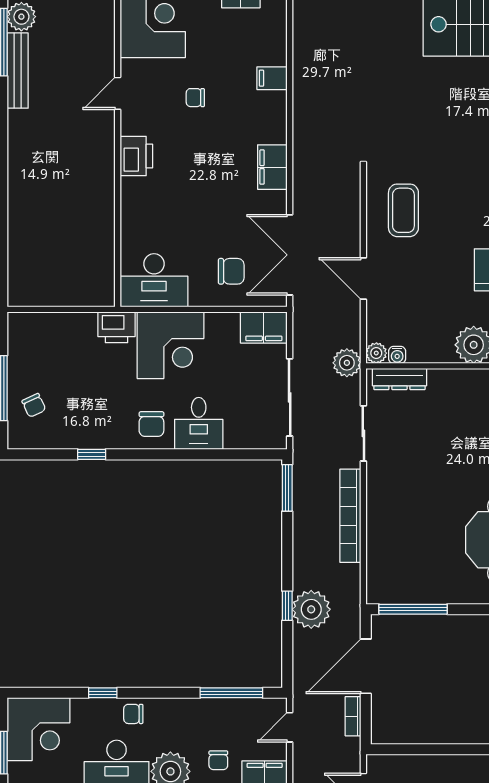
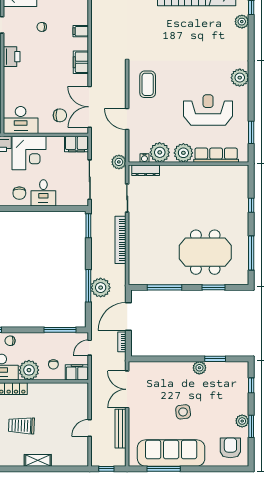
filing cabinet: (272, 78) -> (81, 31), moved
plant: (376, 353) -> (160, 152), moved, width x1.88, depth x1.88
window: (287, 606) -> (88, 286), width x2.17
window: (413, 609) -> (164, 287), moved

